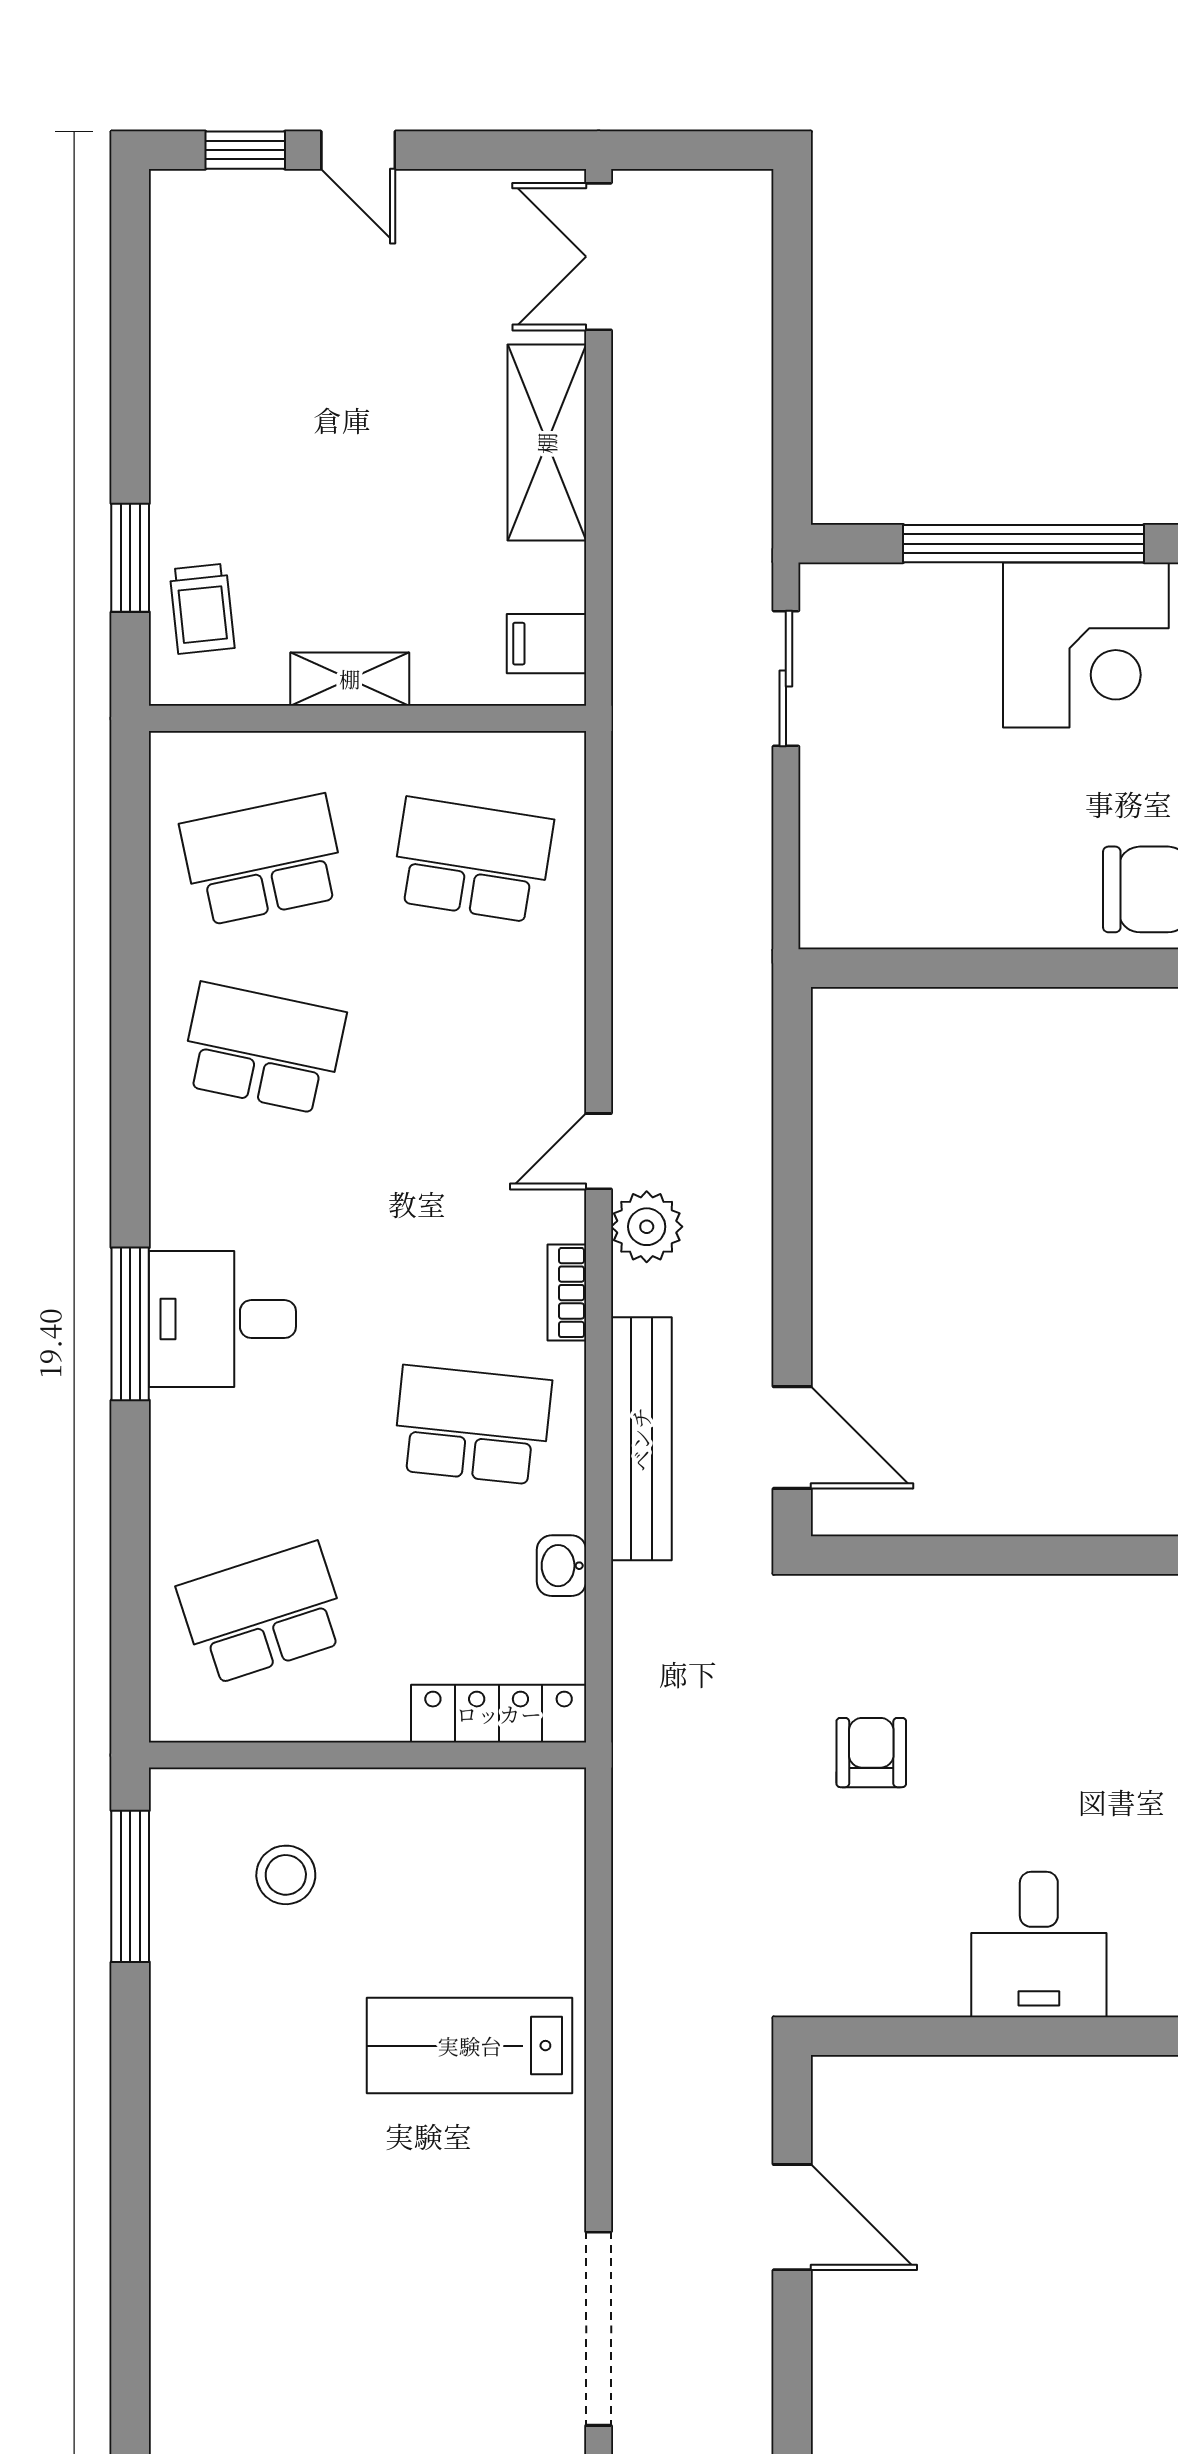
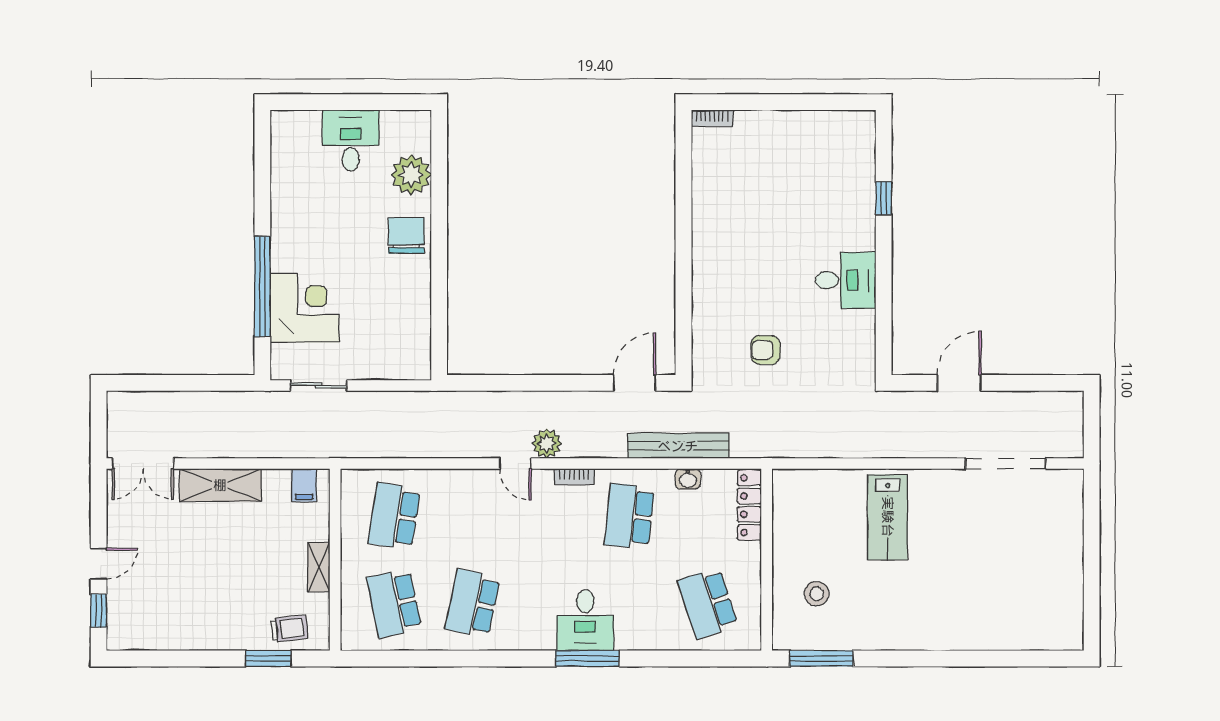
corner desk: (1086, 645) -> (305, 308), moved
bench: (641, 1439) -> (678, 446), moved

